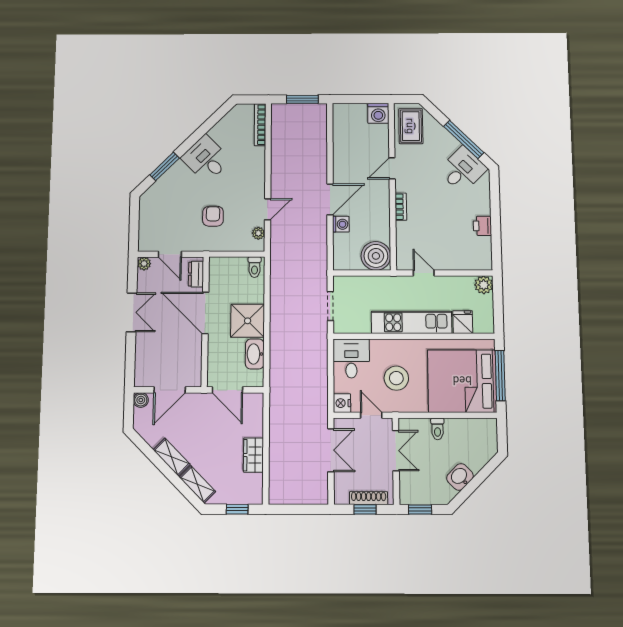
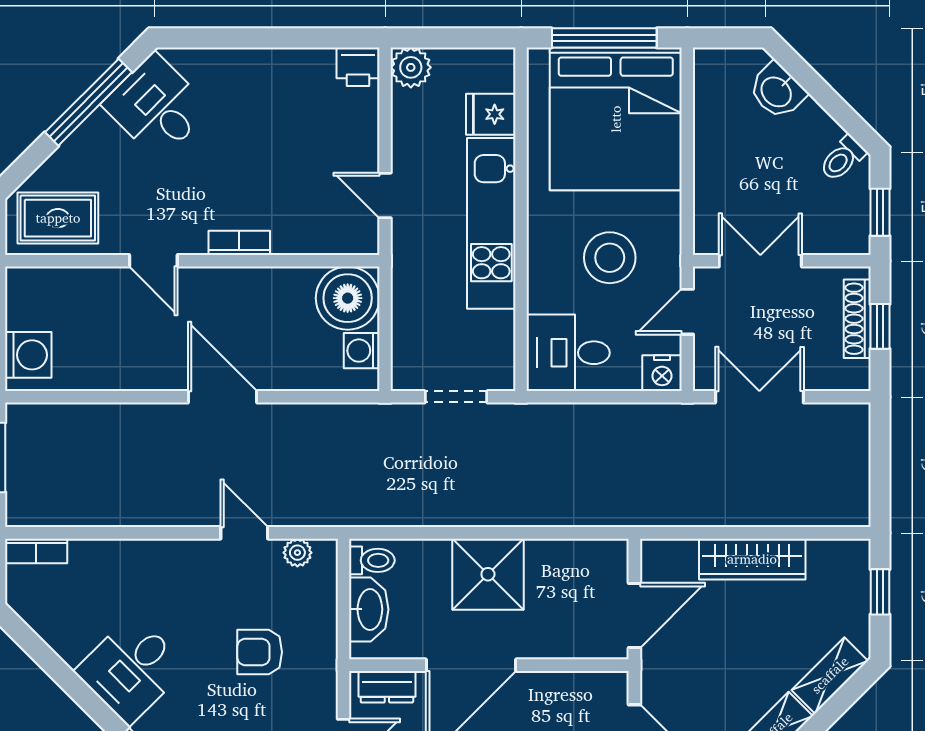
washing machine: (378, 113) -> (28, 355), moved
bookcase: (260, 125) -> (36, 551), width x0.64
washing machine: (341, 224) -> (362, 351), moved, turned -90
printer: (482, 226) -> (358, 67), moved
door: (424, 273) -> (385, 195), hinge flipped
washbasin: (255, 354) -> (369, 609), moved, turned -90
toilet: (437, 429) -> (843, 158), moved, turned 135
wardrobe: (253, 455) -> (752, 559), width x1.50
washbasin: (460, 477) -> (777, 91), moved

